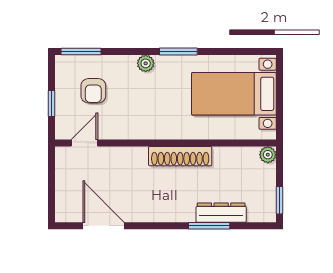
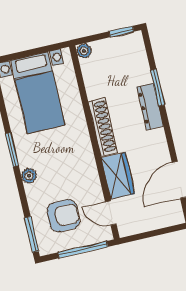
armchair: (93, 91) -> (63, 216), width x1.38, depth x1.38
window: (52, 103) -> (83, 250), width x2.17
wardrobe: (123, 160) -> (118, 176), added
dresser: (221, 213) -> (150, 107), moved

